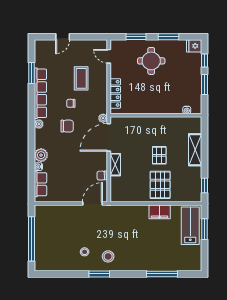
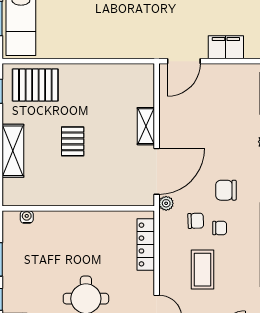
chair: (102, 176) -> (196, 221), moved
pallet: (160, 185) -> (35, 85), moved, turned 90
filing cabinet: (160, 212) -> (226, 47), moved

